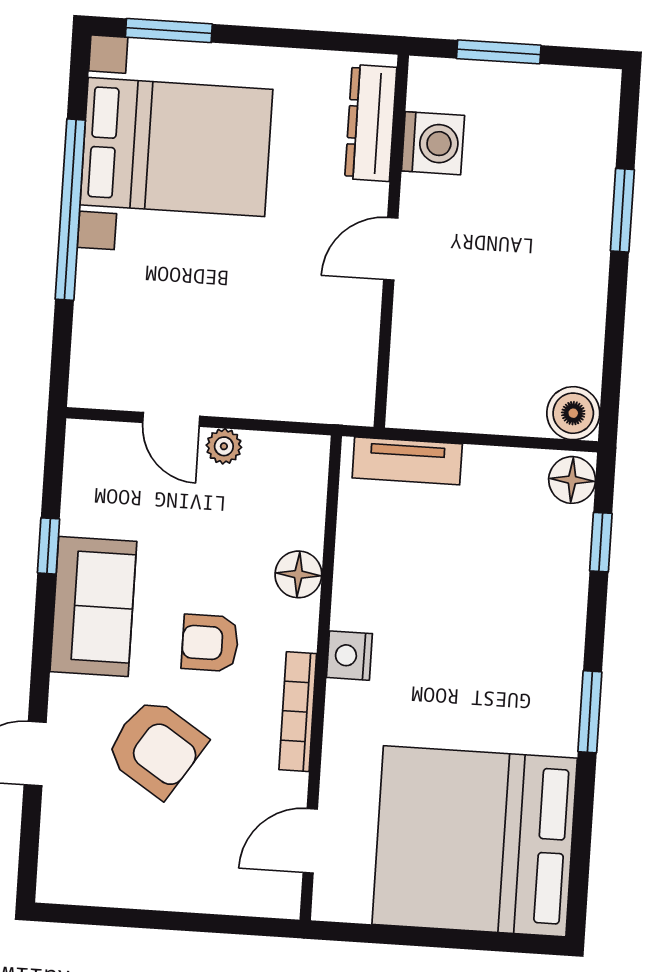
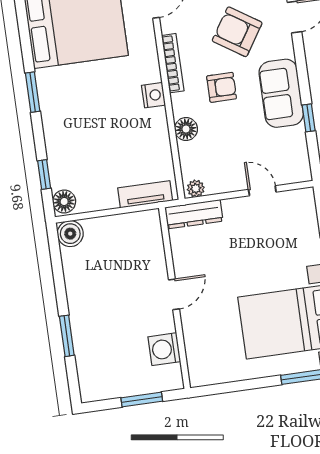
dresser: (371, 123) -> (194, 214), moved, turned 90
plant: (224, 446) -> (196, 188), moved

